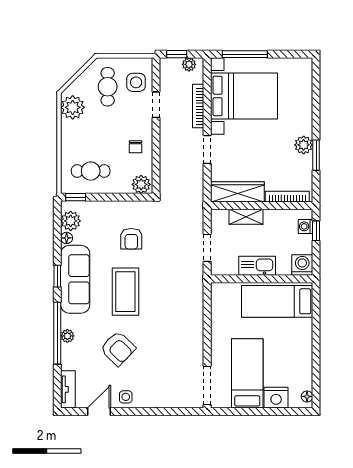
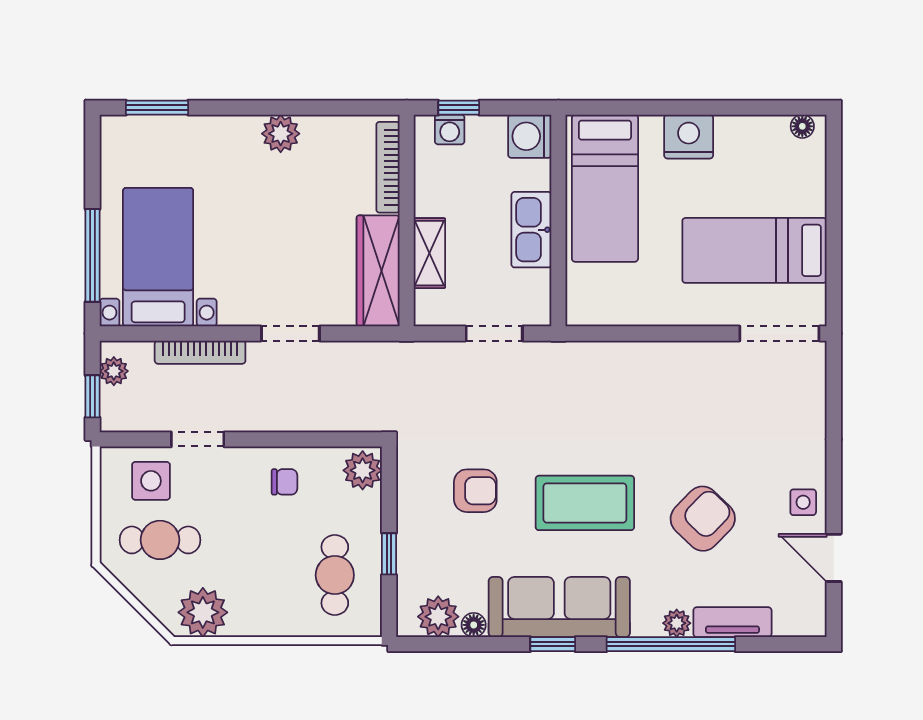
bed with nightstands: (244, 96) -> (158, 257), width x0.73
window: (316, 155) -> (157, 108), moved
window: (76, 197) -> (389, 554), moved
tv unit: (68, 389) -> (732, 622), moved
nightstand: (276, 398) -> (689, 137), moved, turned -90

